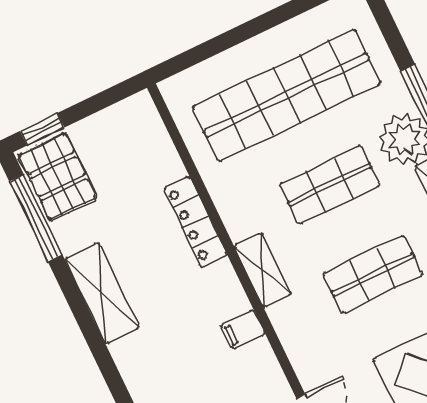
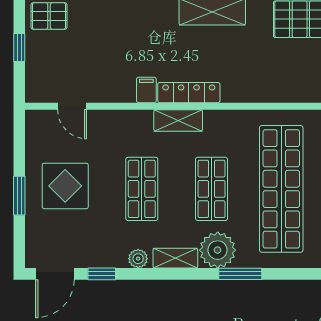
locker: (195, 222) -> (189, 93), moved

